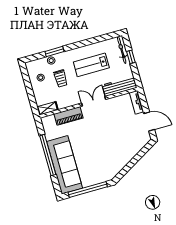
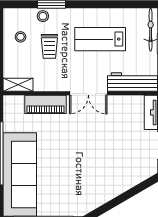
double door: (94, 101) -> (88, 93), swing flipped

